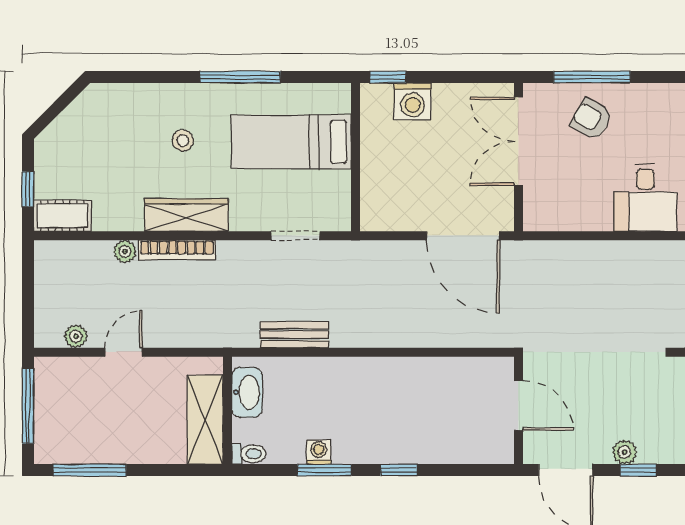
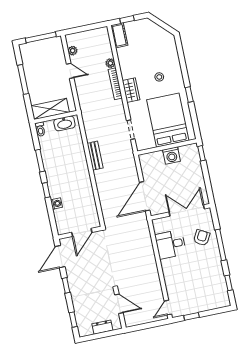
window: (240, 77) -> (189, 94), width x0.46
window: (592, 77) -> (221, 245), moved
washing machine: (413, 101) -> (171, 155), moved, turned -90
bed: (291, 142) -> (168, 120), width x1.50
desk: (645, 197) -> (171, 244), moved
wardrobe: (186, 215) -> (131, 90), width x0.67
bench: (294, 335) -> (95, 156), moved
washing machine: (319, 452) -> (56, 204), moved
plant: (625, 452) -> (72, 278), removed
window: (90, 470) -> (23, 79), moved

